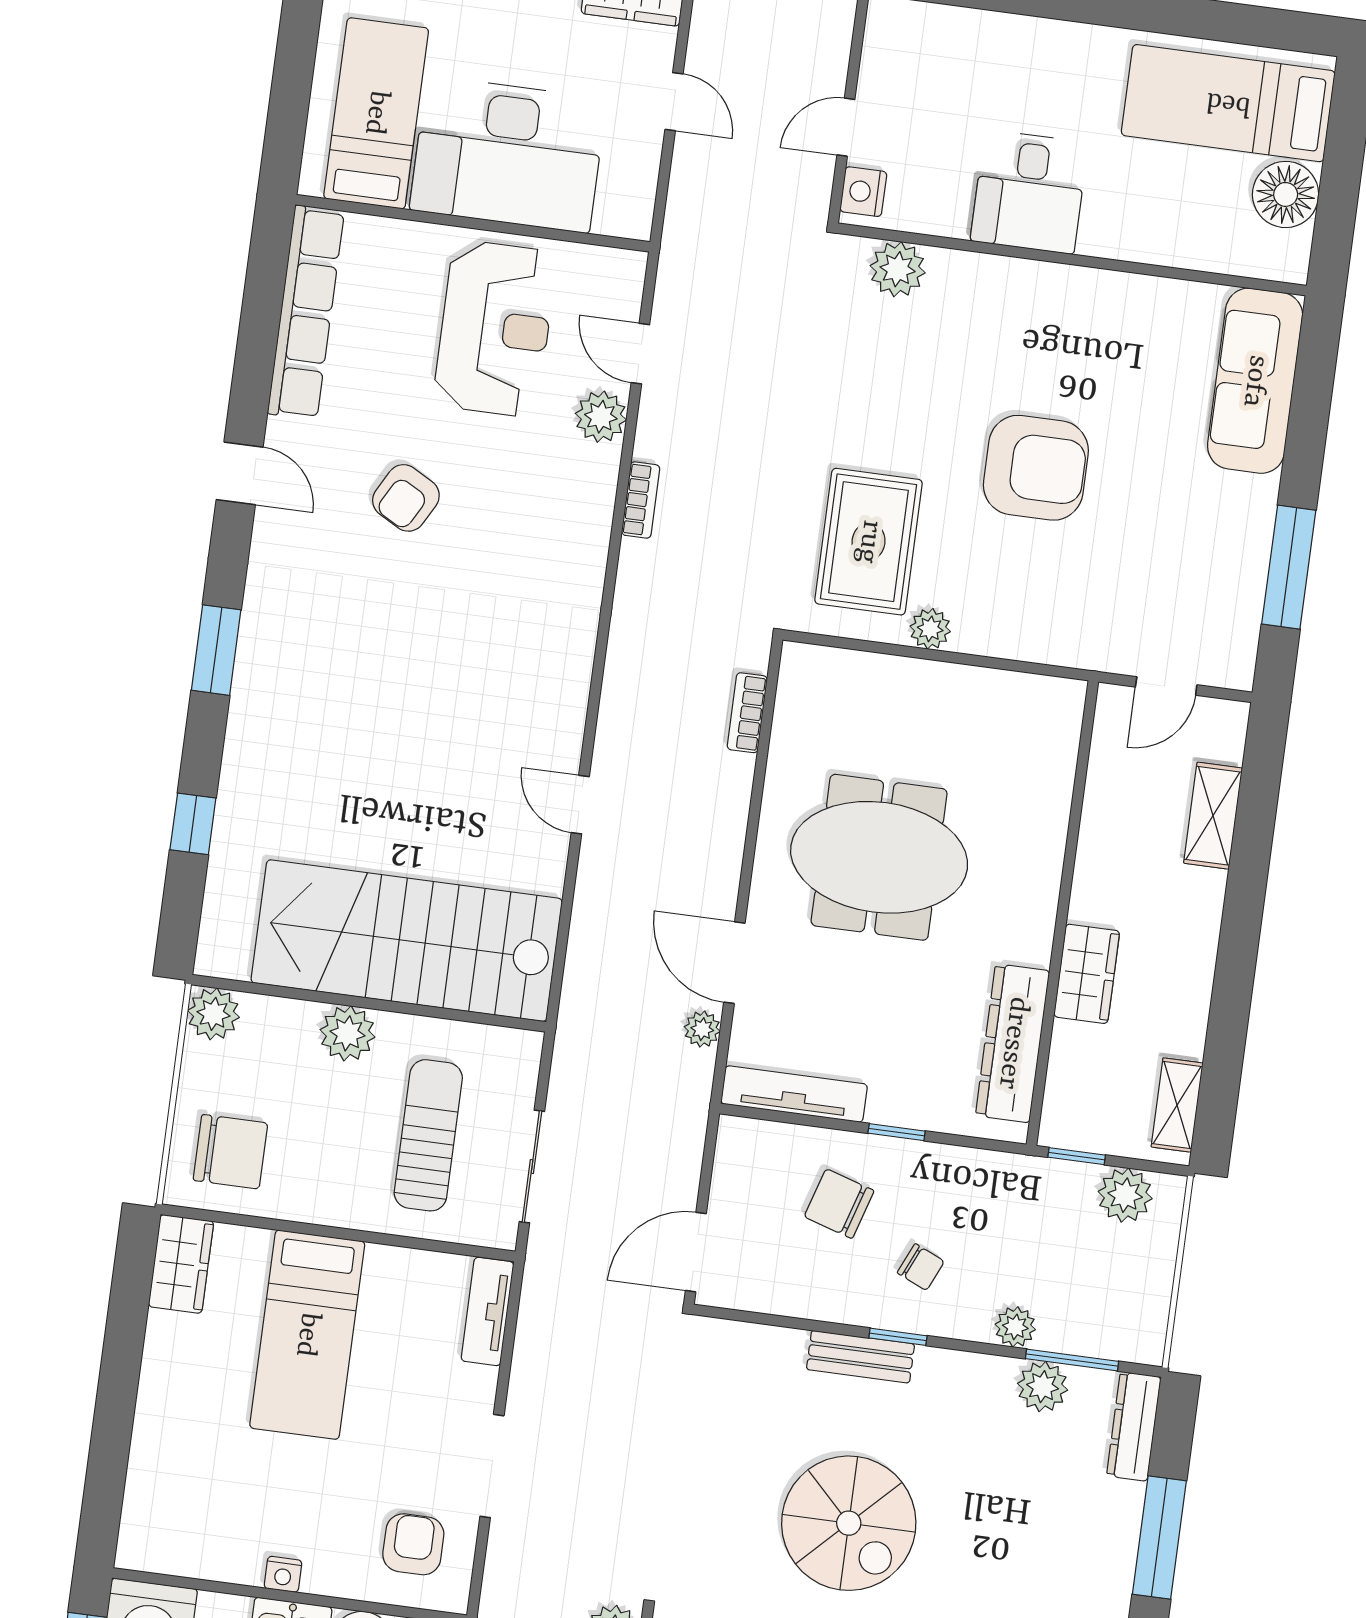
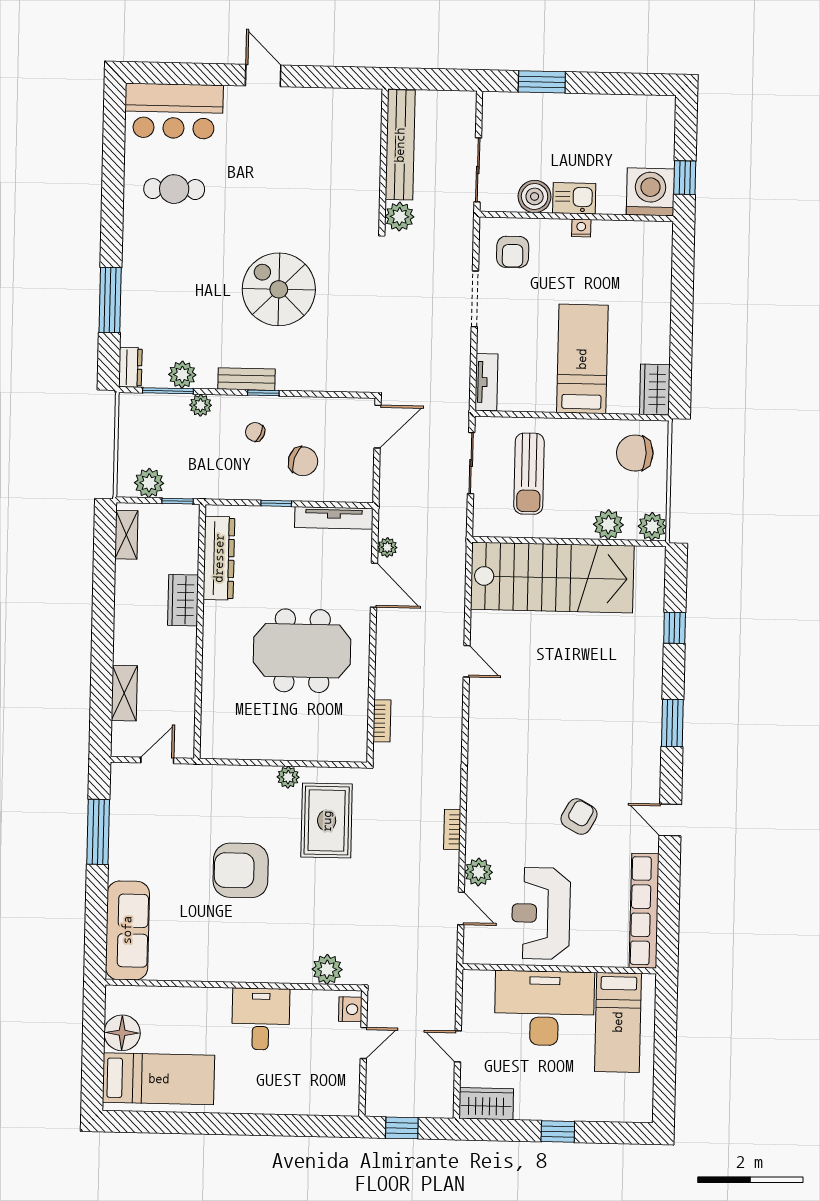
plant: (347, 1033) -> (608, 525), moved
bench: (860, 1357) -> (246, 379), moved
dresser: (1134, 1426) -> (130, 367), width x0.70

